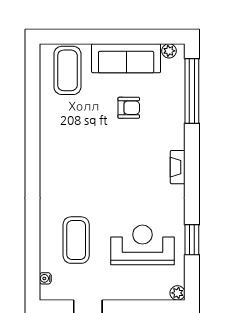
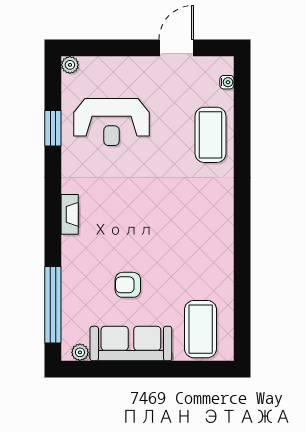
coffee table: (76, 240) -> (211, 135), moved

